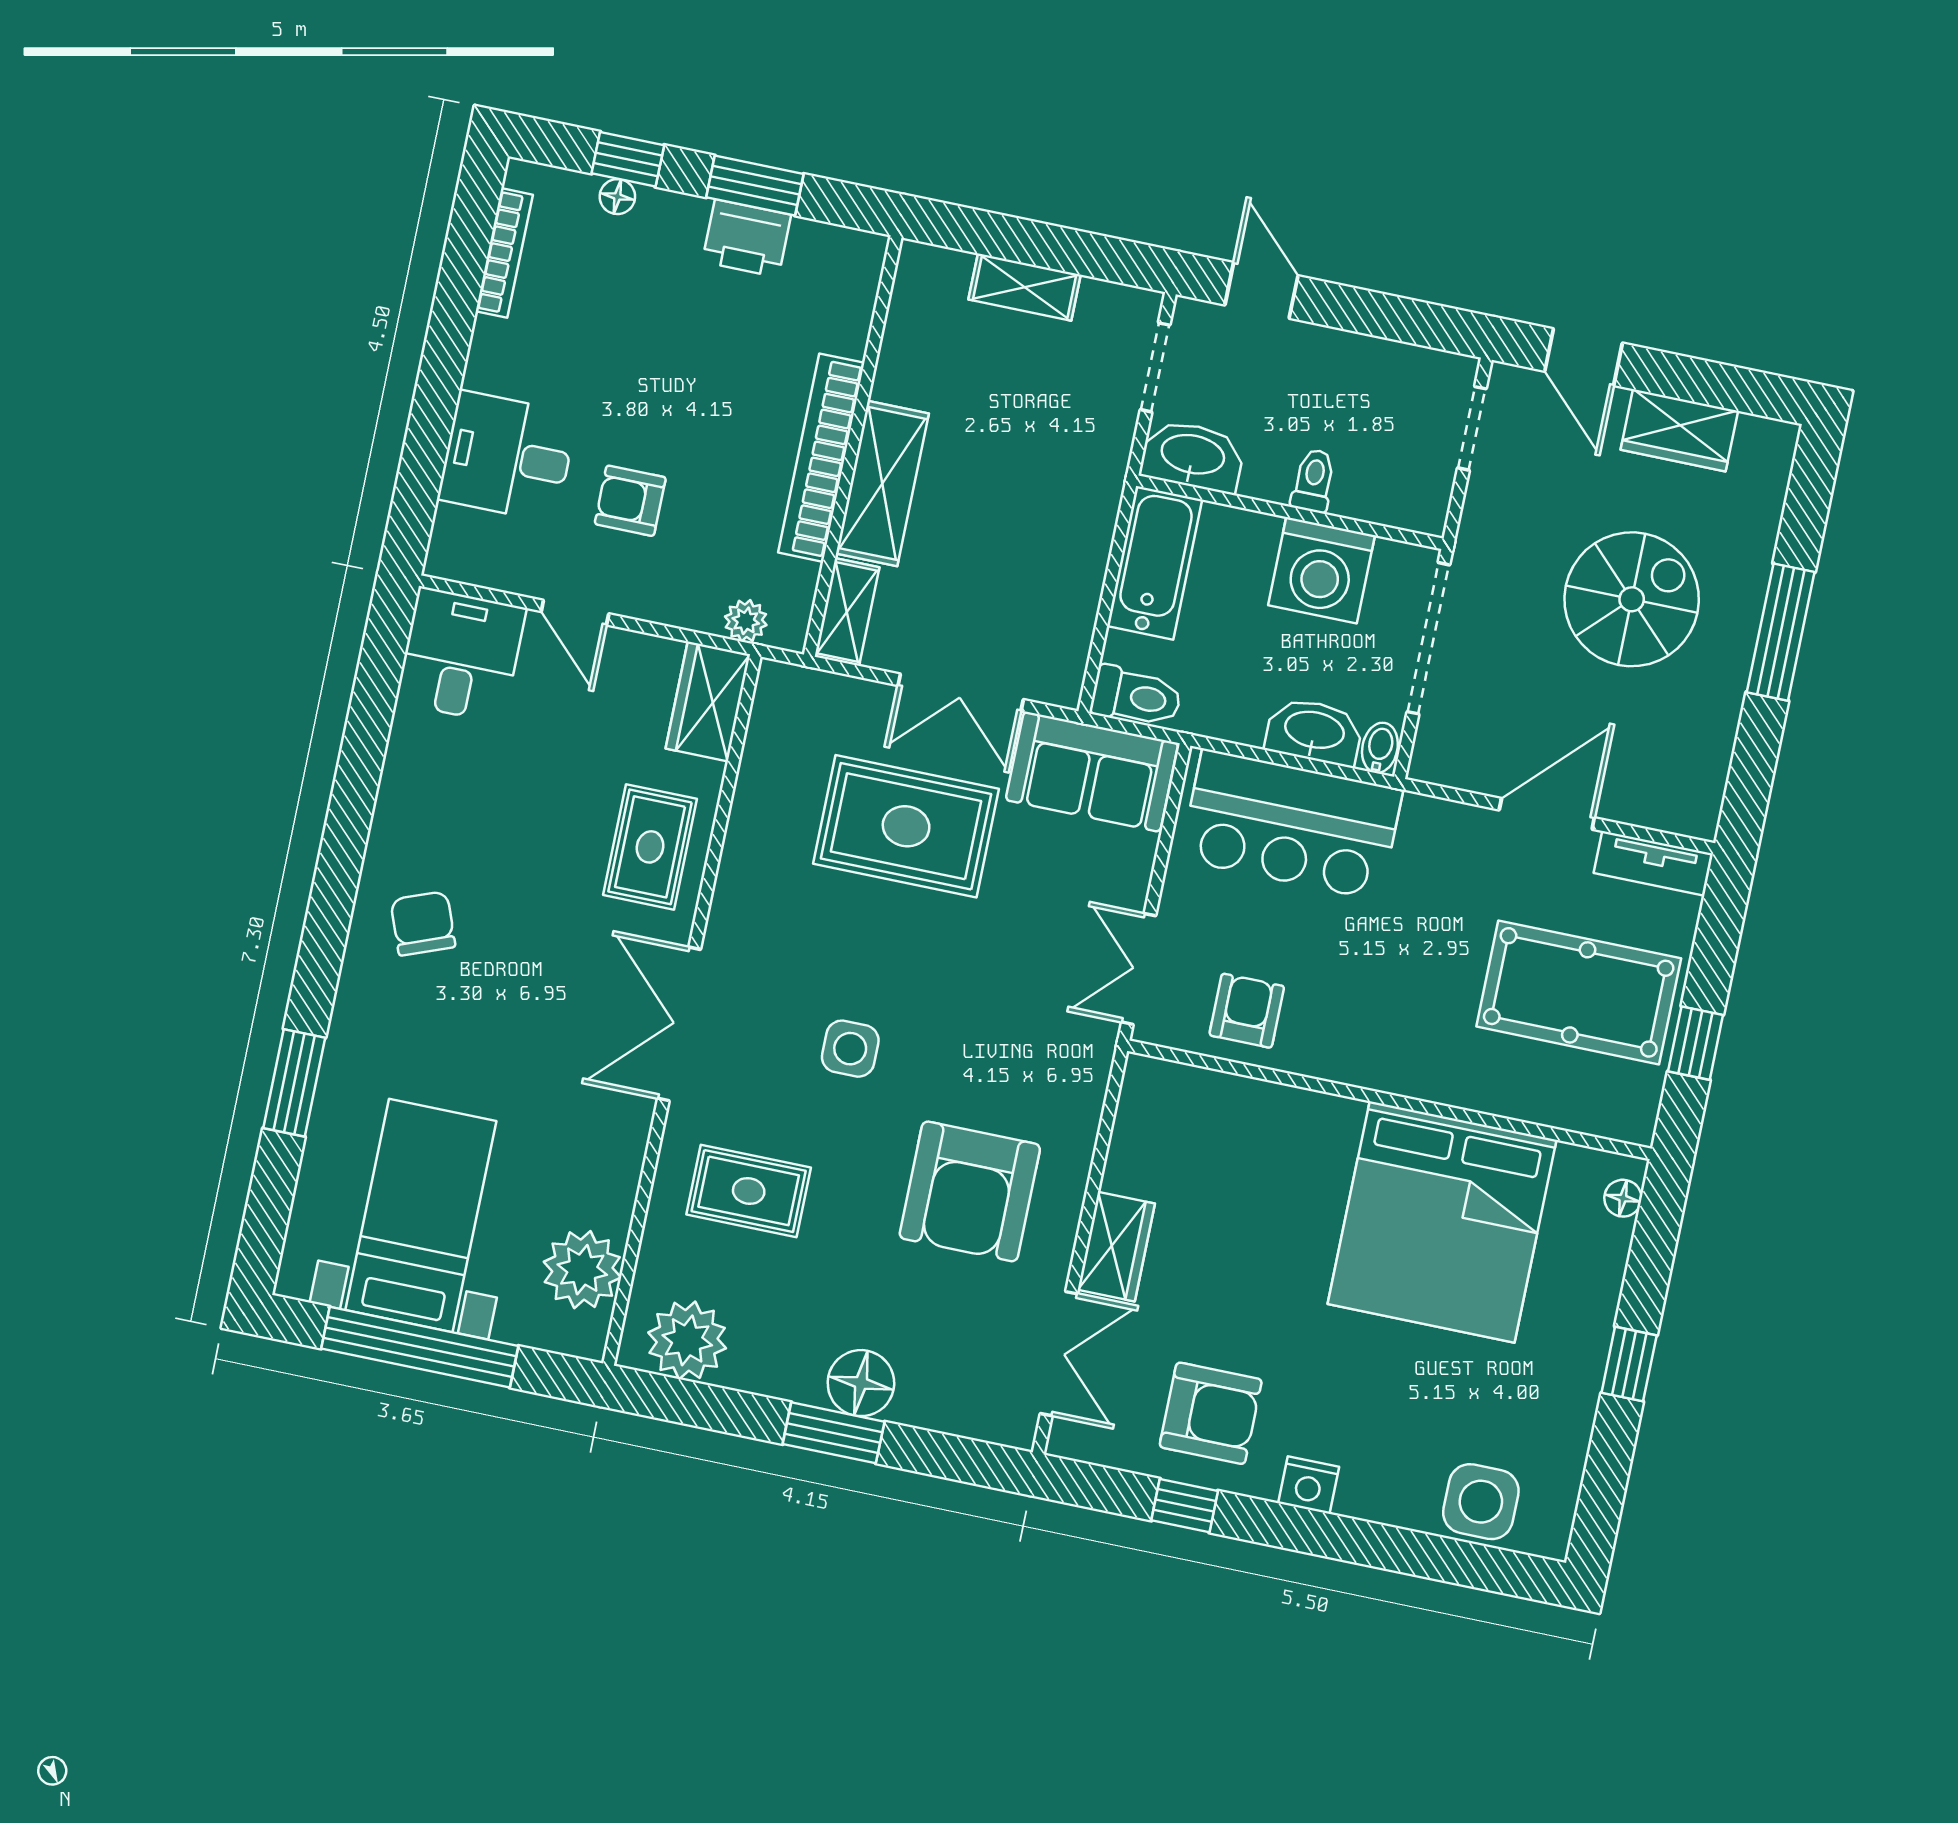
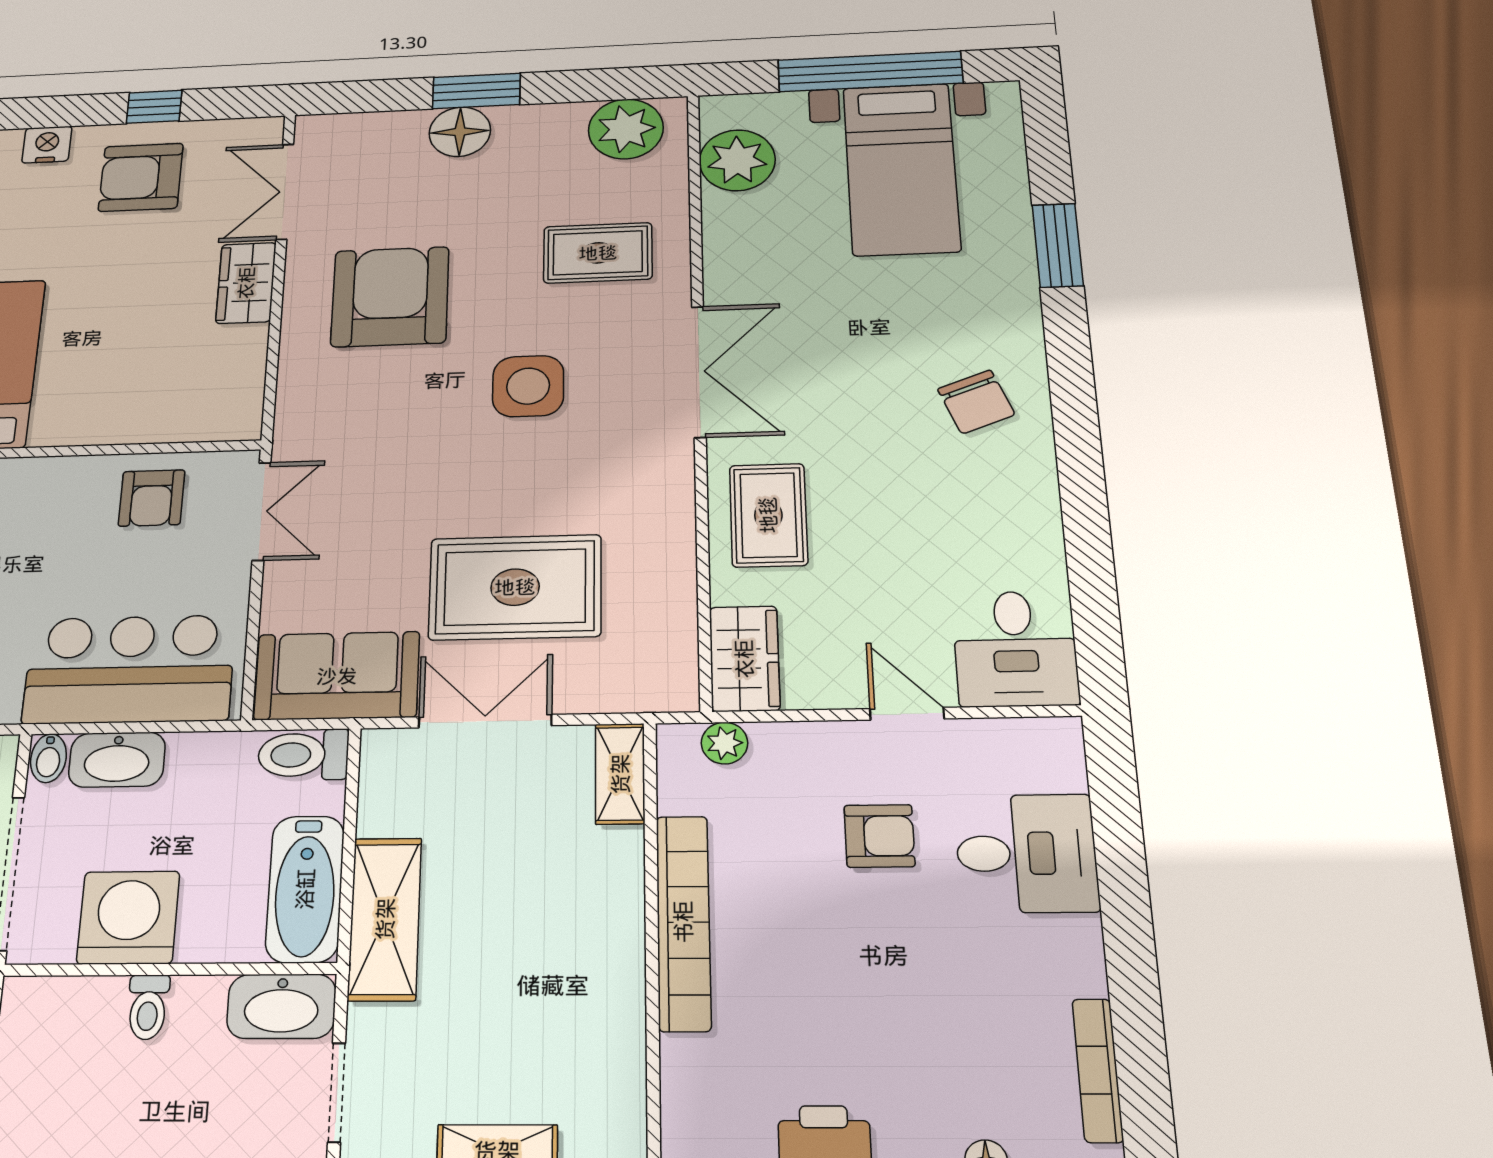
shelving: (882, 483) -> (385, 919), moved
side table: (850, 1049) -> (528, 386), width x1.37, depth x1.37

